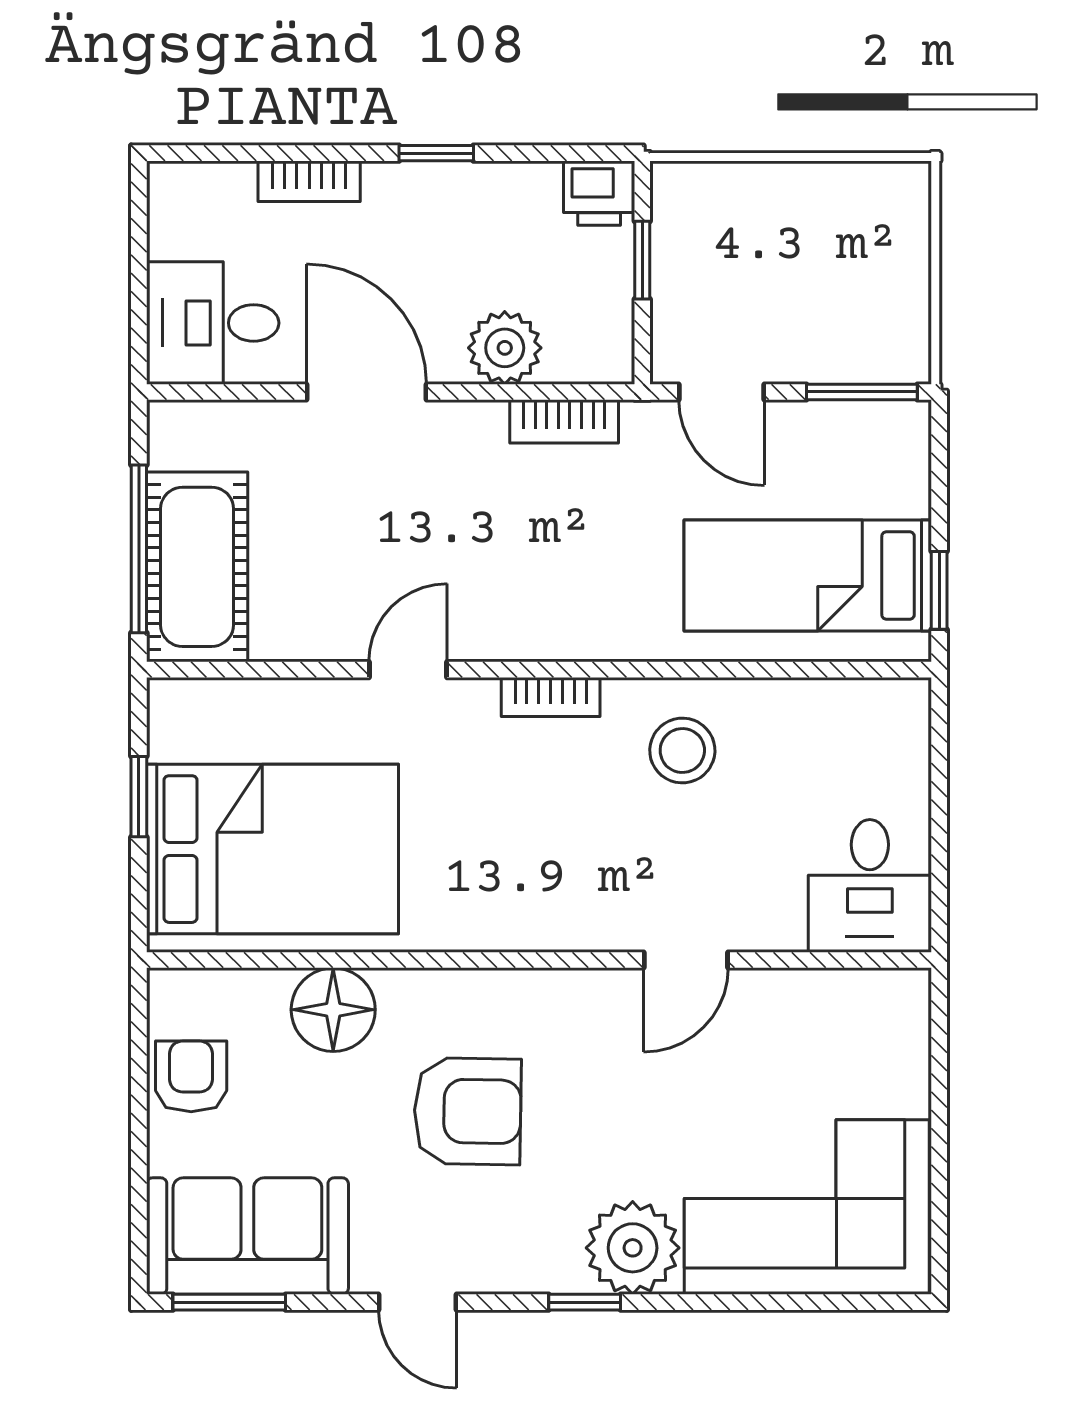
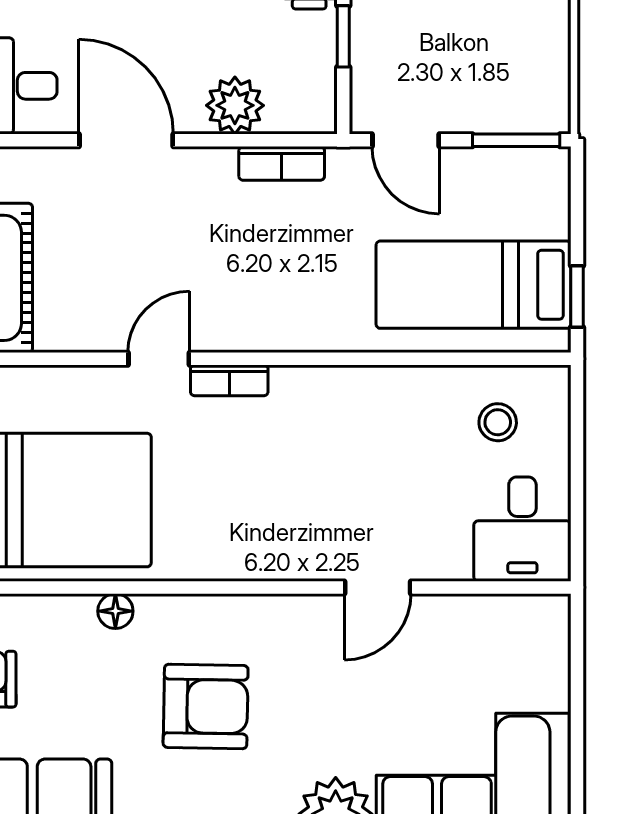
bookcase: (551, 697) -> (229, 380), moved
stool: (682, 751) -> (498, 422), moved, width x0.73, depth x0.73
floor lamp: (333, 1010) -> (115, 611), width x0.53, depth x0.53

